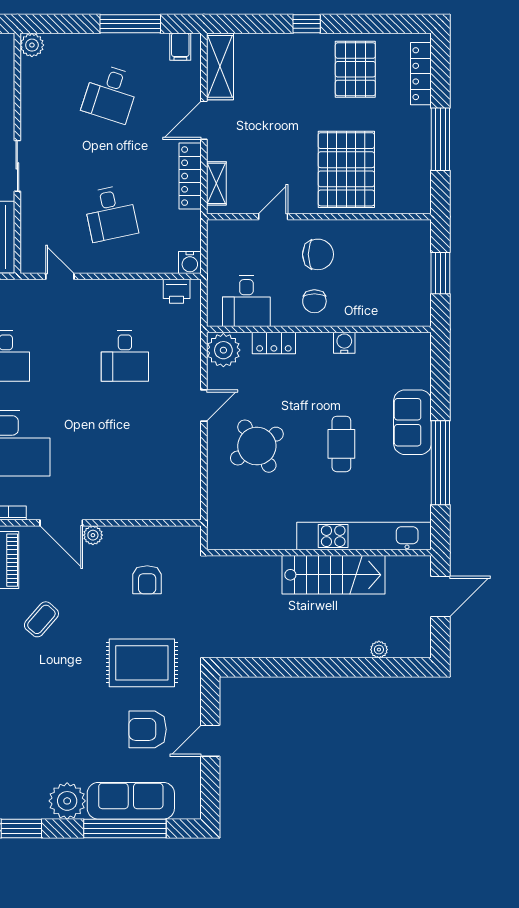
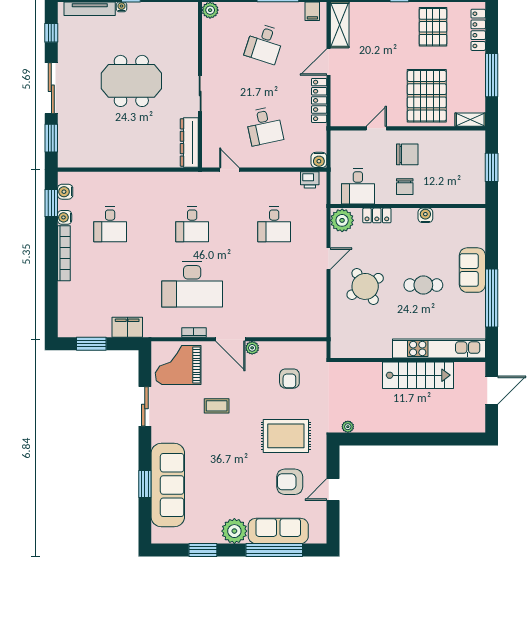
shelving: (216, 183) -> (470, 120), moved, turned 90
cafe table: (341, 444) -> (423, 285), turned 90
coffee table: (41, 619) -> (217, 406), turned 49
plant: (379, 650) -> (348, 427), moved

